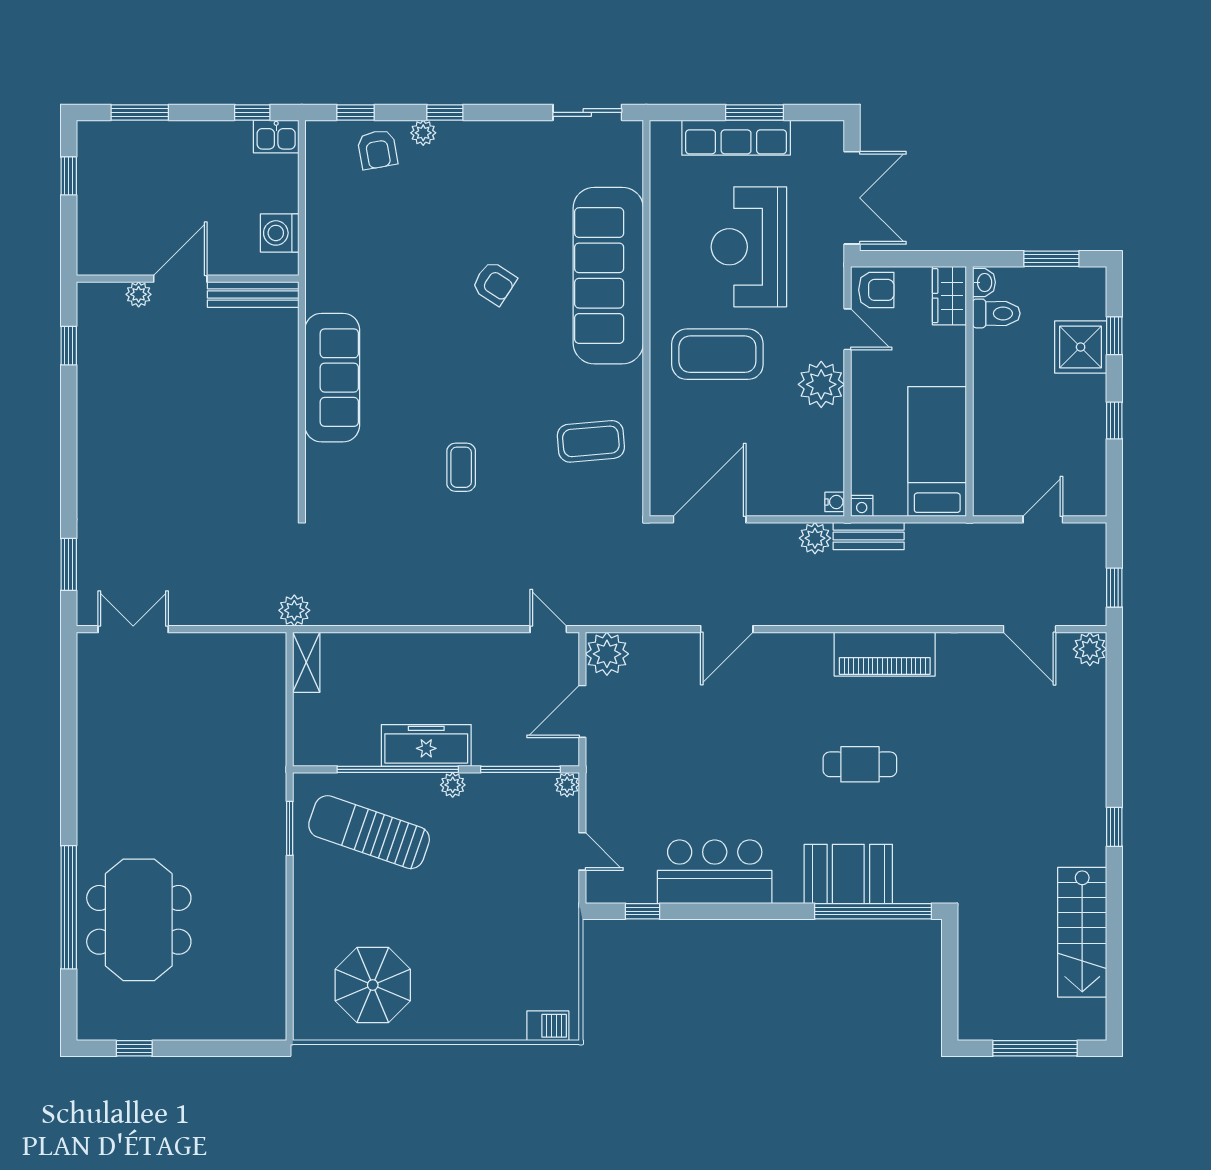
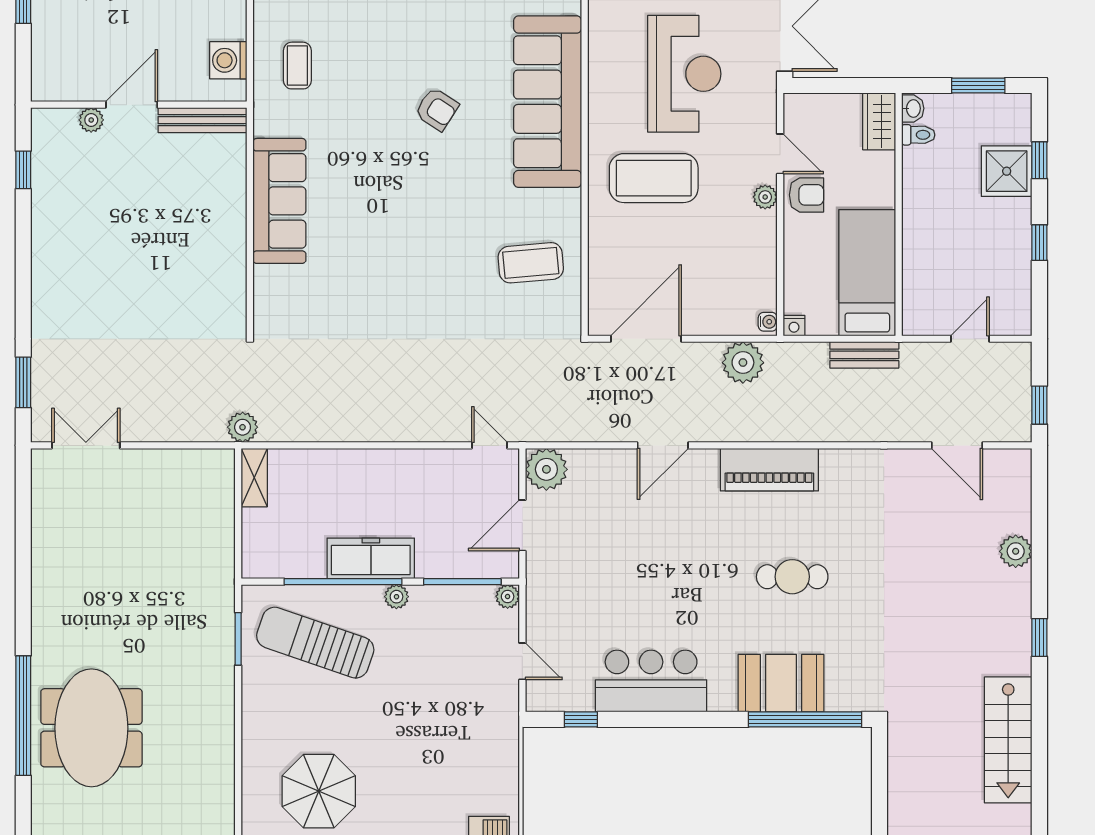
reception desk: (749, 247) -> (684, 74), turned 180
armchair: (876, 290) -> (806, 195), moved
toilet: (996, 313) -> (918, 135), width x0.73, depth x0.72
plant: (821, 384) -> (765, 197), width x0.53, depth x0.53
coffee table: (461, 467) -> (297, 66), moved
bench: (869, 536) -> (864, 355), moved
plant: (815, 538) -> (743, 363), width x1.36, depth x1.36
plant: (1090, 649) -> (1016, 551), moved
piano: (885, 654) -> (769, 470), moved

